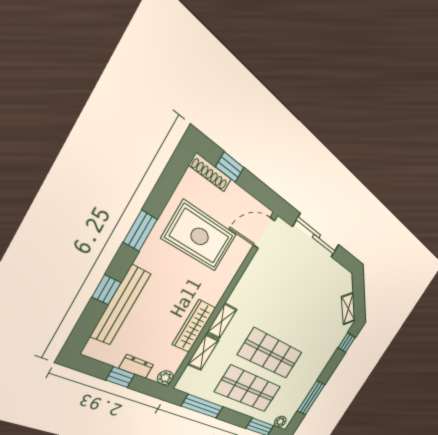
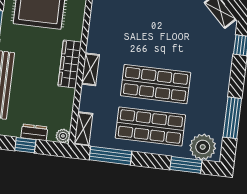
wardrobe: (194, 326) -> (70, 64), moved
shelving: (203, 352) -> (83, 129), moved
plant: (280, 422) -> (203, 147), width x1.88, depth x1.88

